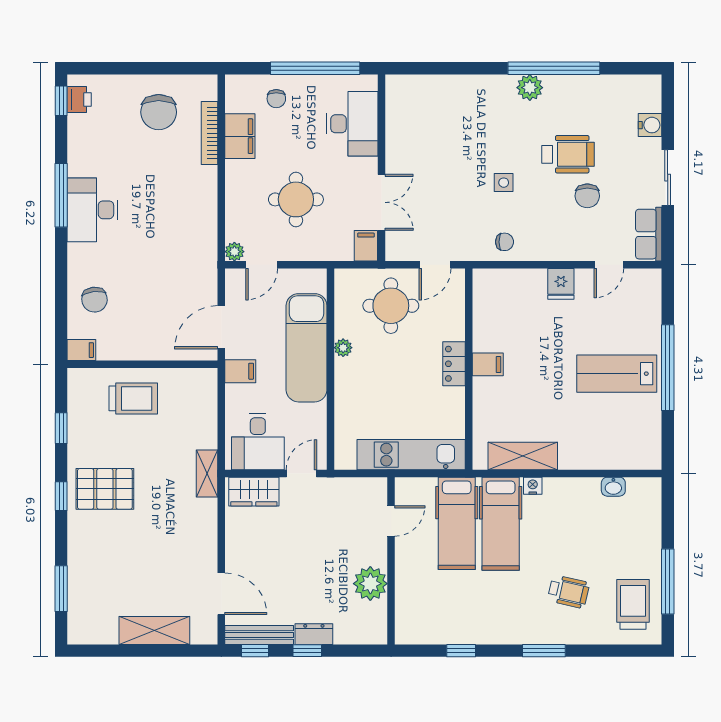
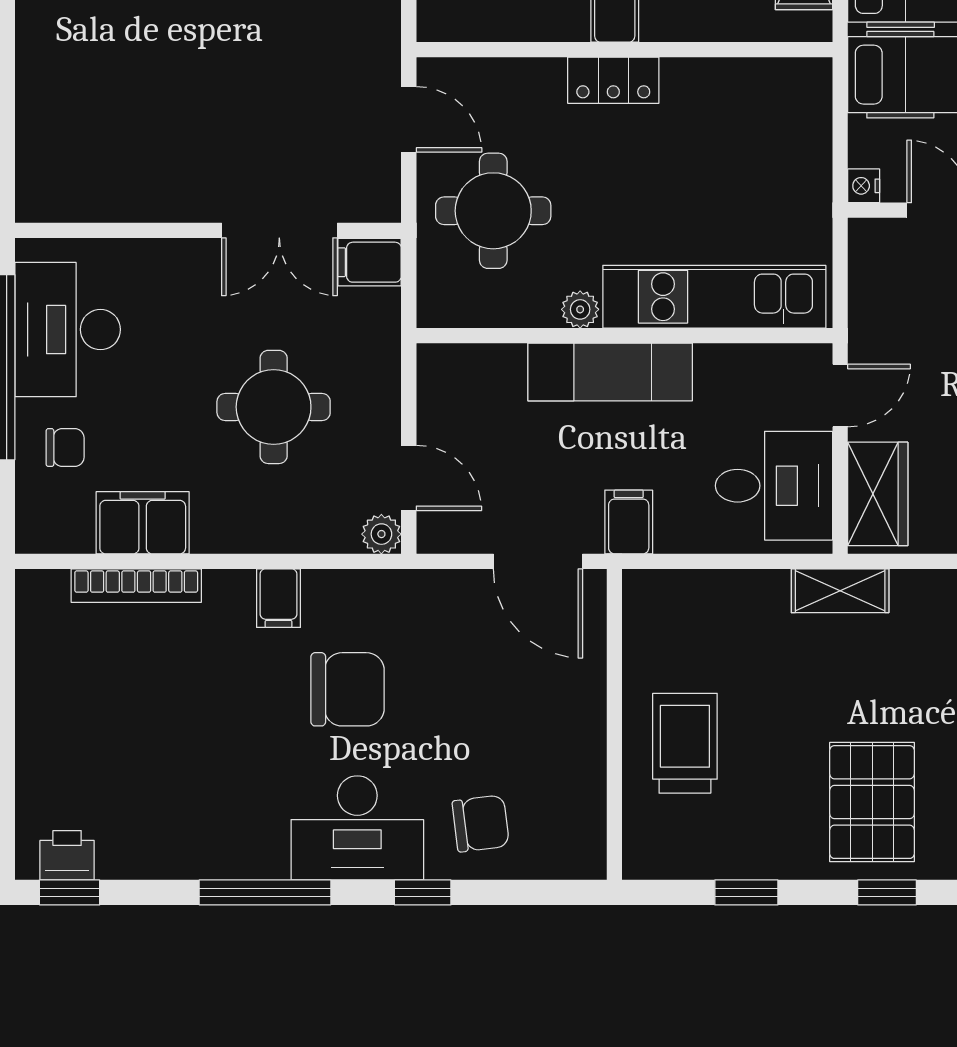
chair: (159, 112) -> (348, 689), moved
desk: (352, 124) -> (68, 330), moved, turned -90
double door: (381, 202) -> (279, 230), swing flipped
desk: (92, 210) -> (357, 828), moved
window: (61, 272) -> (423, 892), added
exam couch: (307, 348) -> (610, 372), width x0.73, depth x0.69
filing cabinet: (81, 350) -> (279, 598), moved, turned 180
kitchen unit: (411, 455) -> (714, 297), moved, turned 90
door: (301, 473) -> (840, 396), swing flipped
nightstand: (403, 485) -> (864, 186), added

